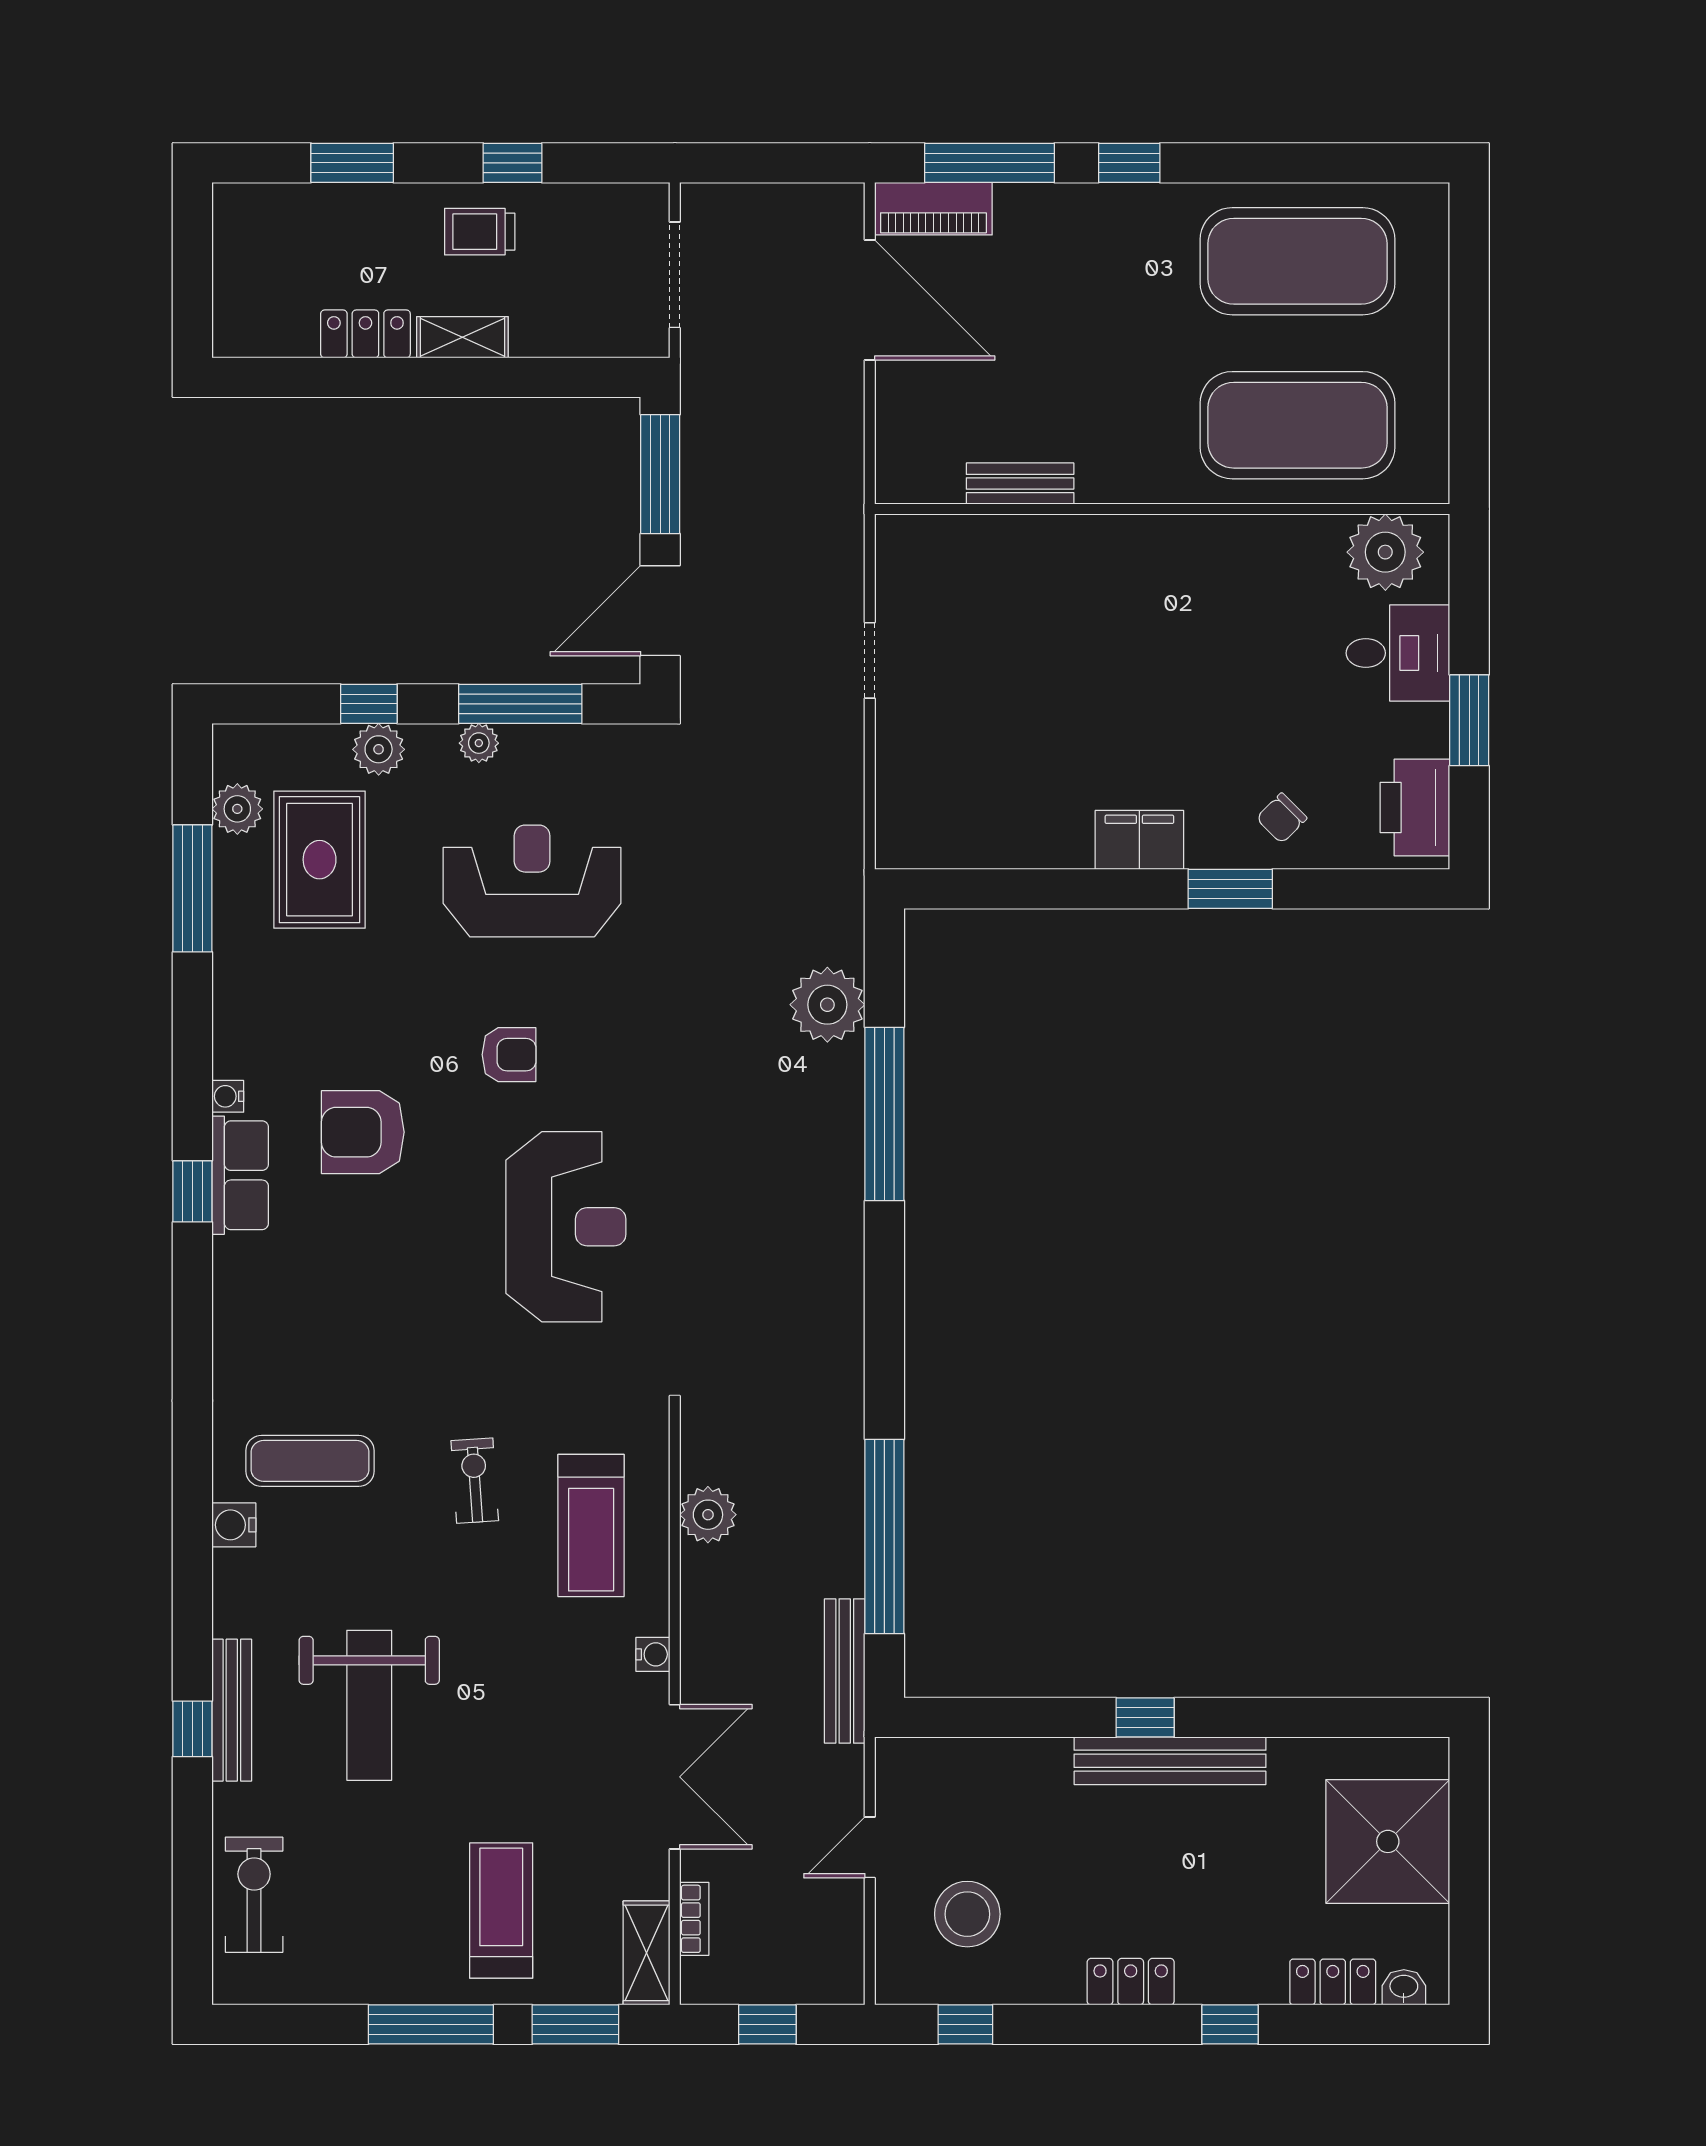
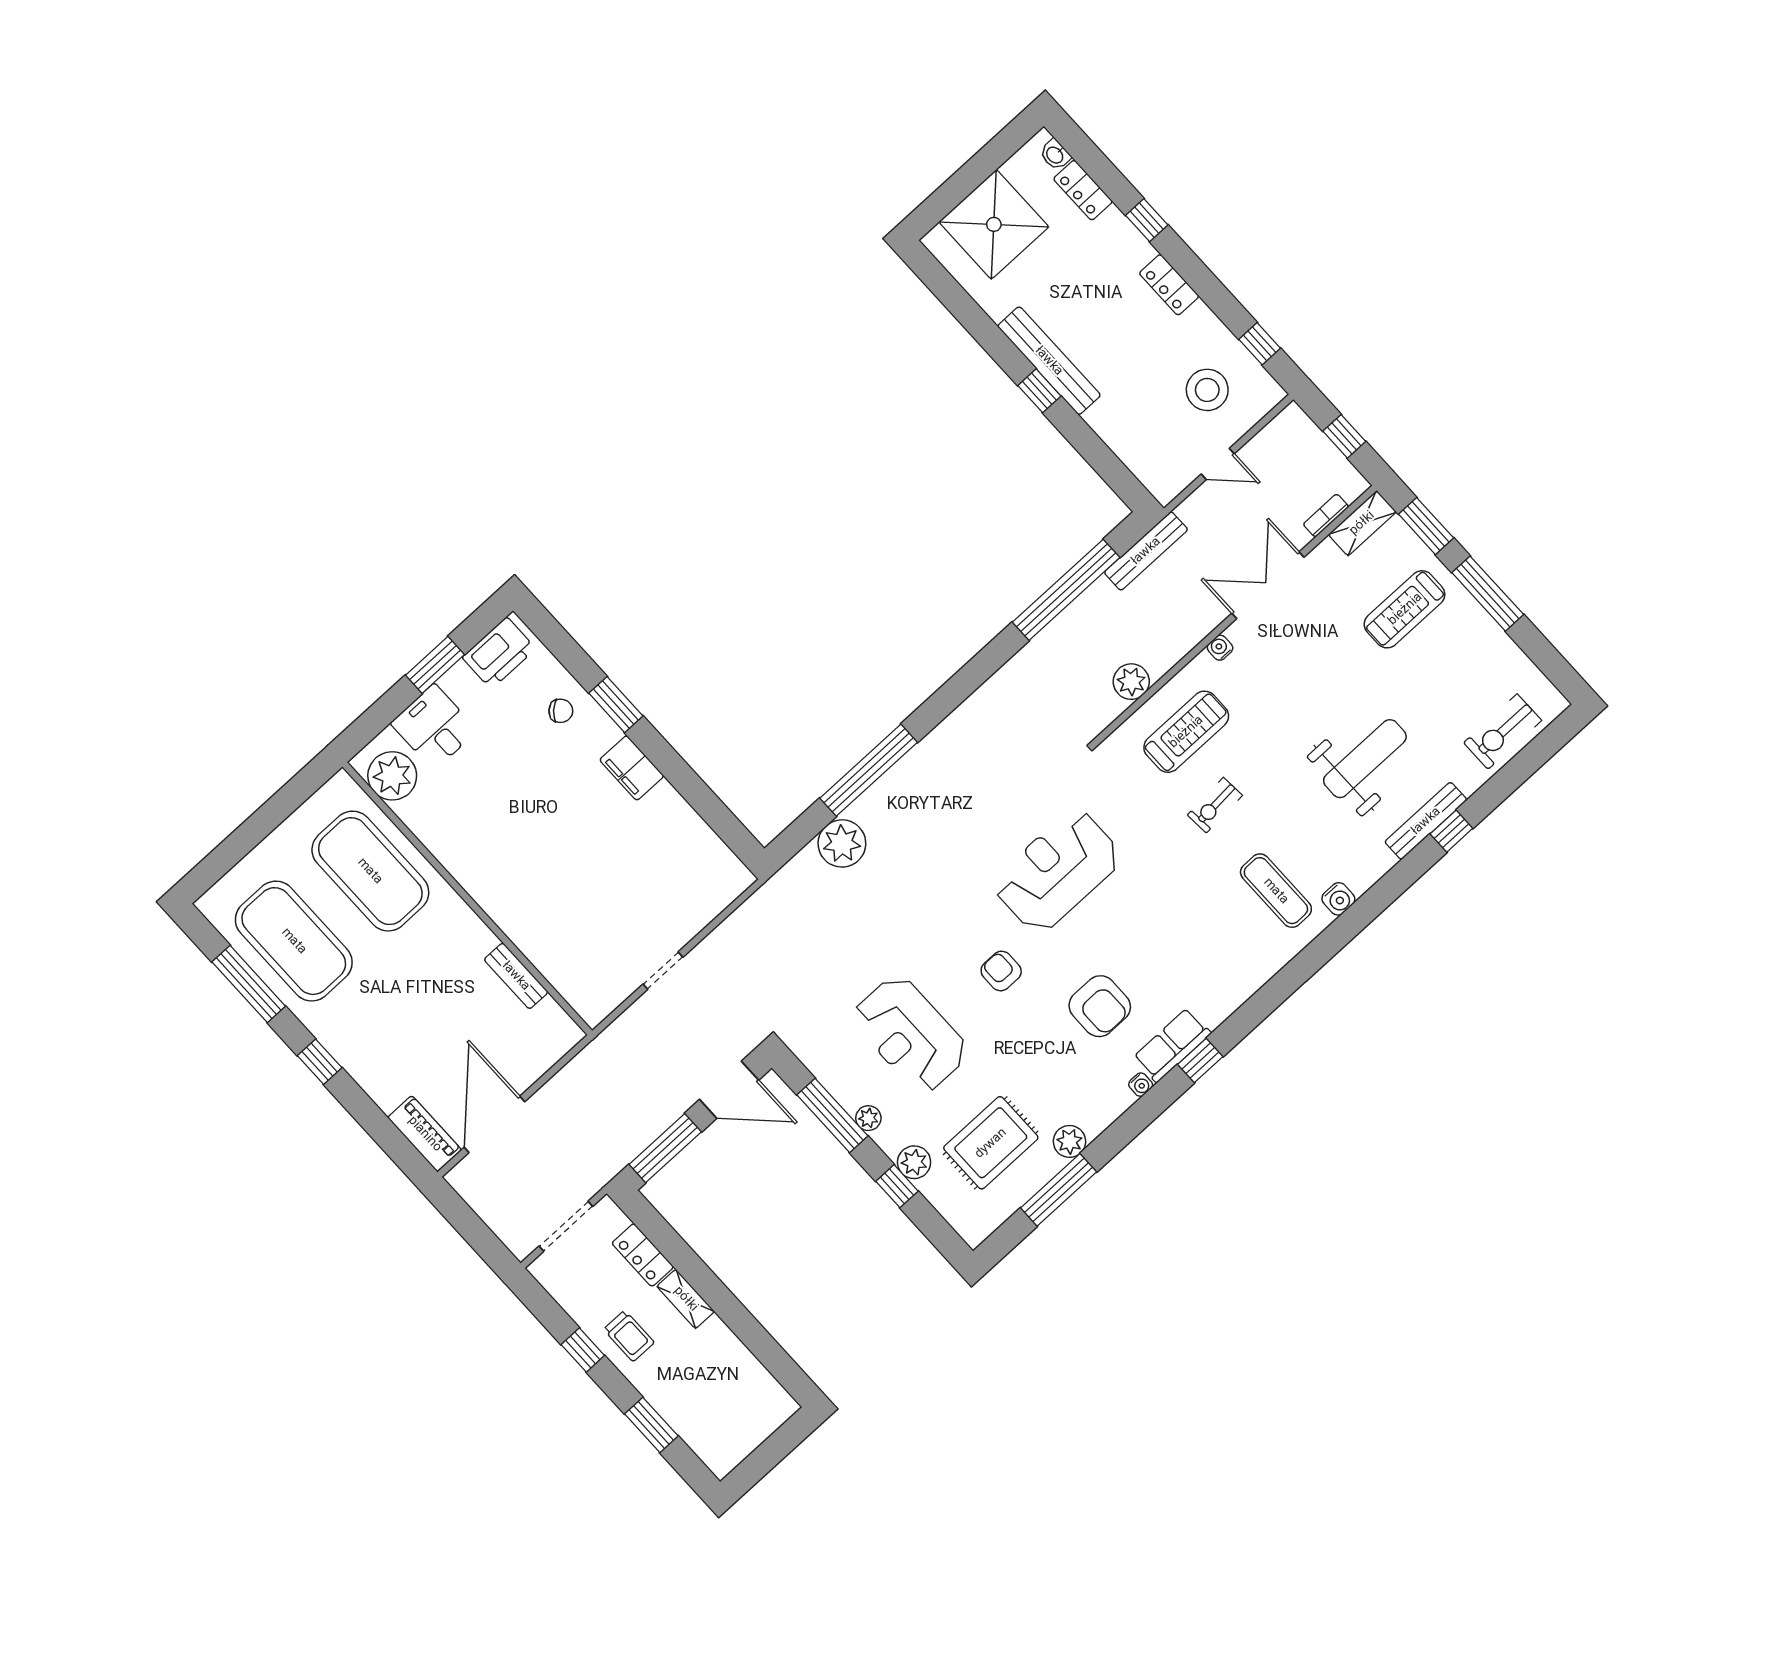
window: (989, 163) -> (249, 984), moved
locker: (365, 334) -> (643, 1255), moved
plant: (237, 809) -> (1070, 1141), moved

